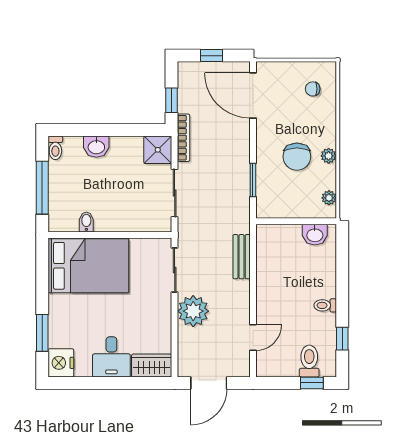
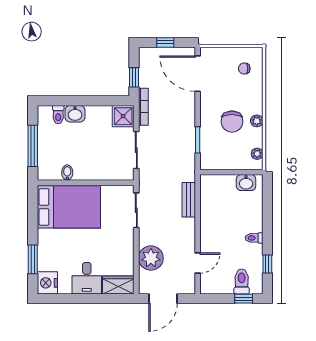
toilet: (55, 148) -> (58, 115), moved
plant: (193, 311) -> (151, 258), moved

